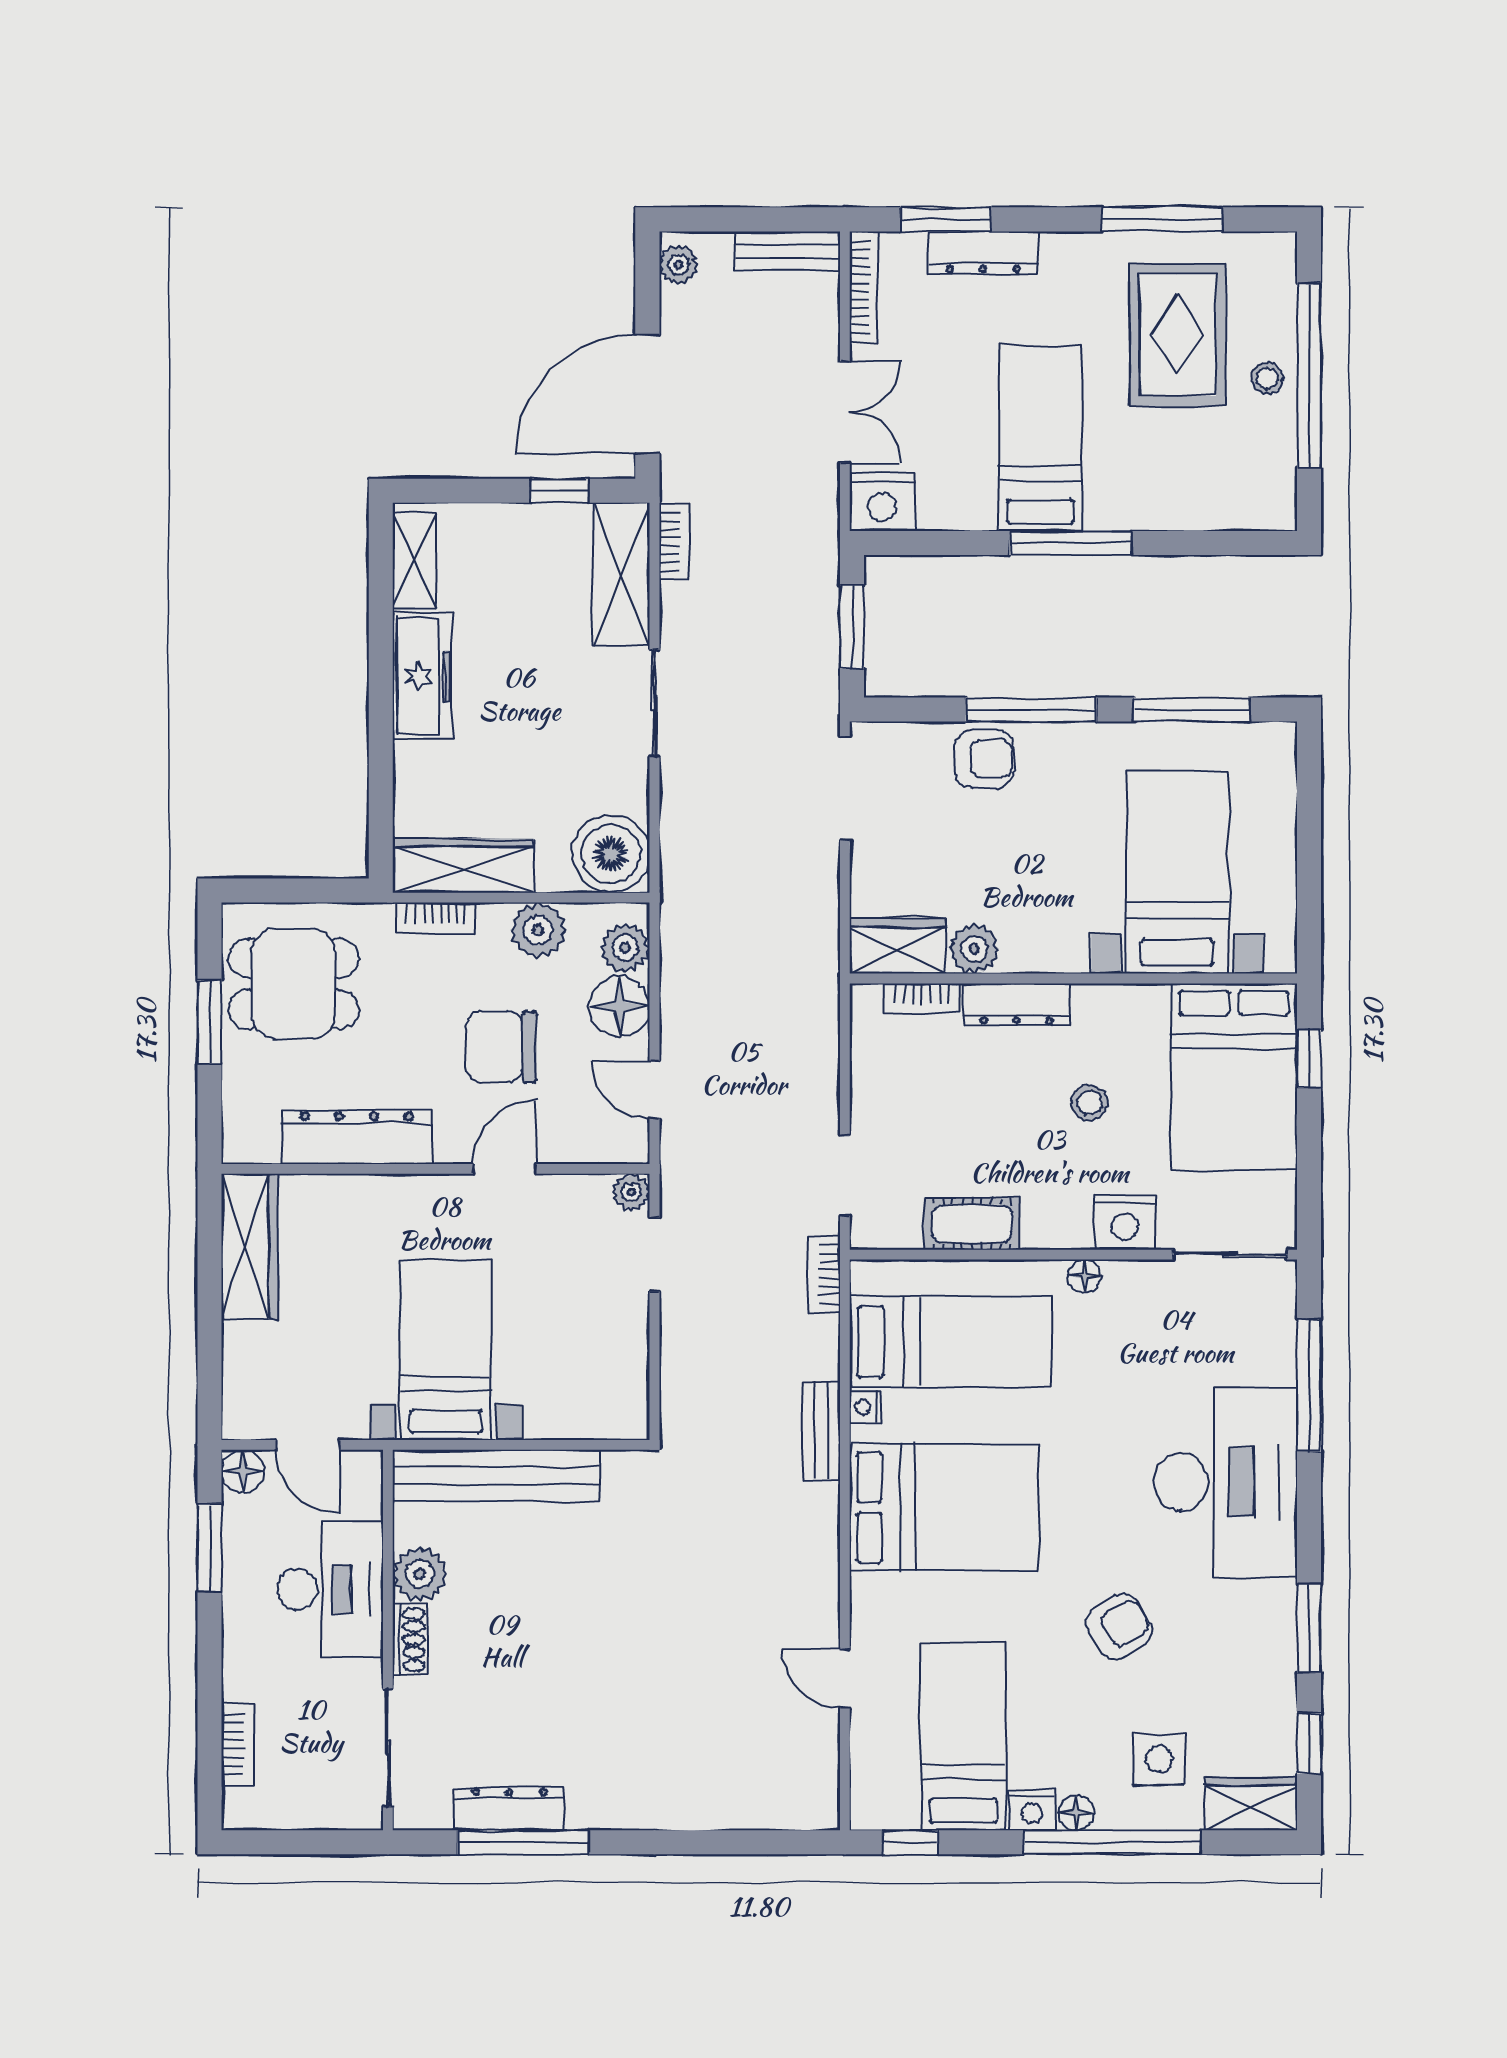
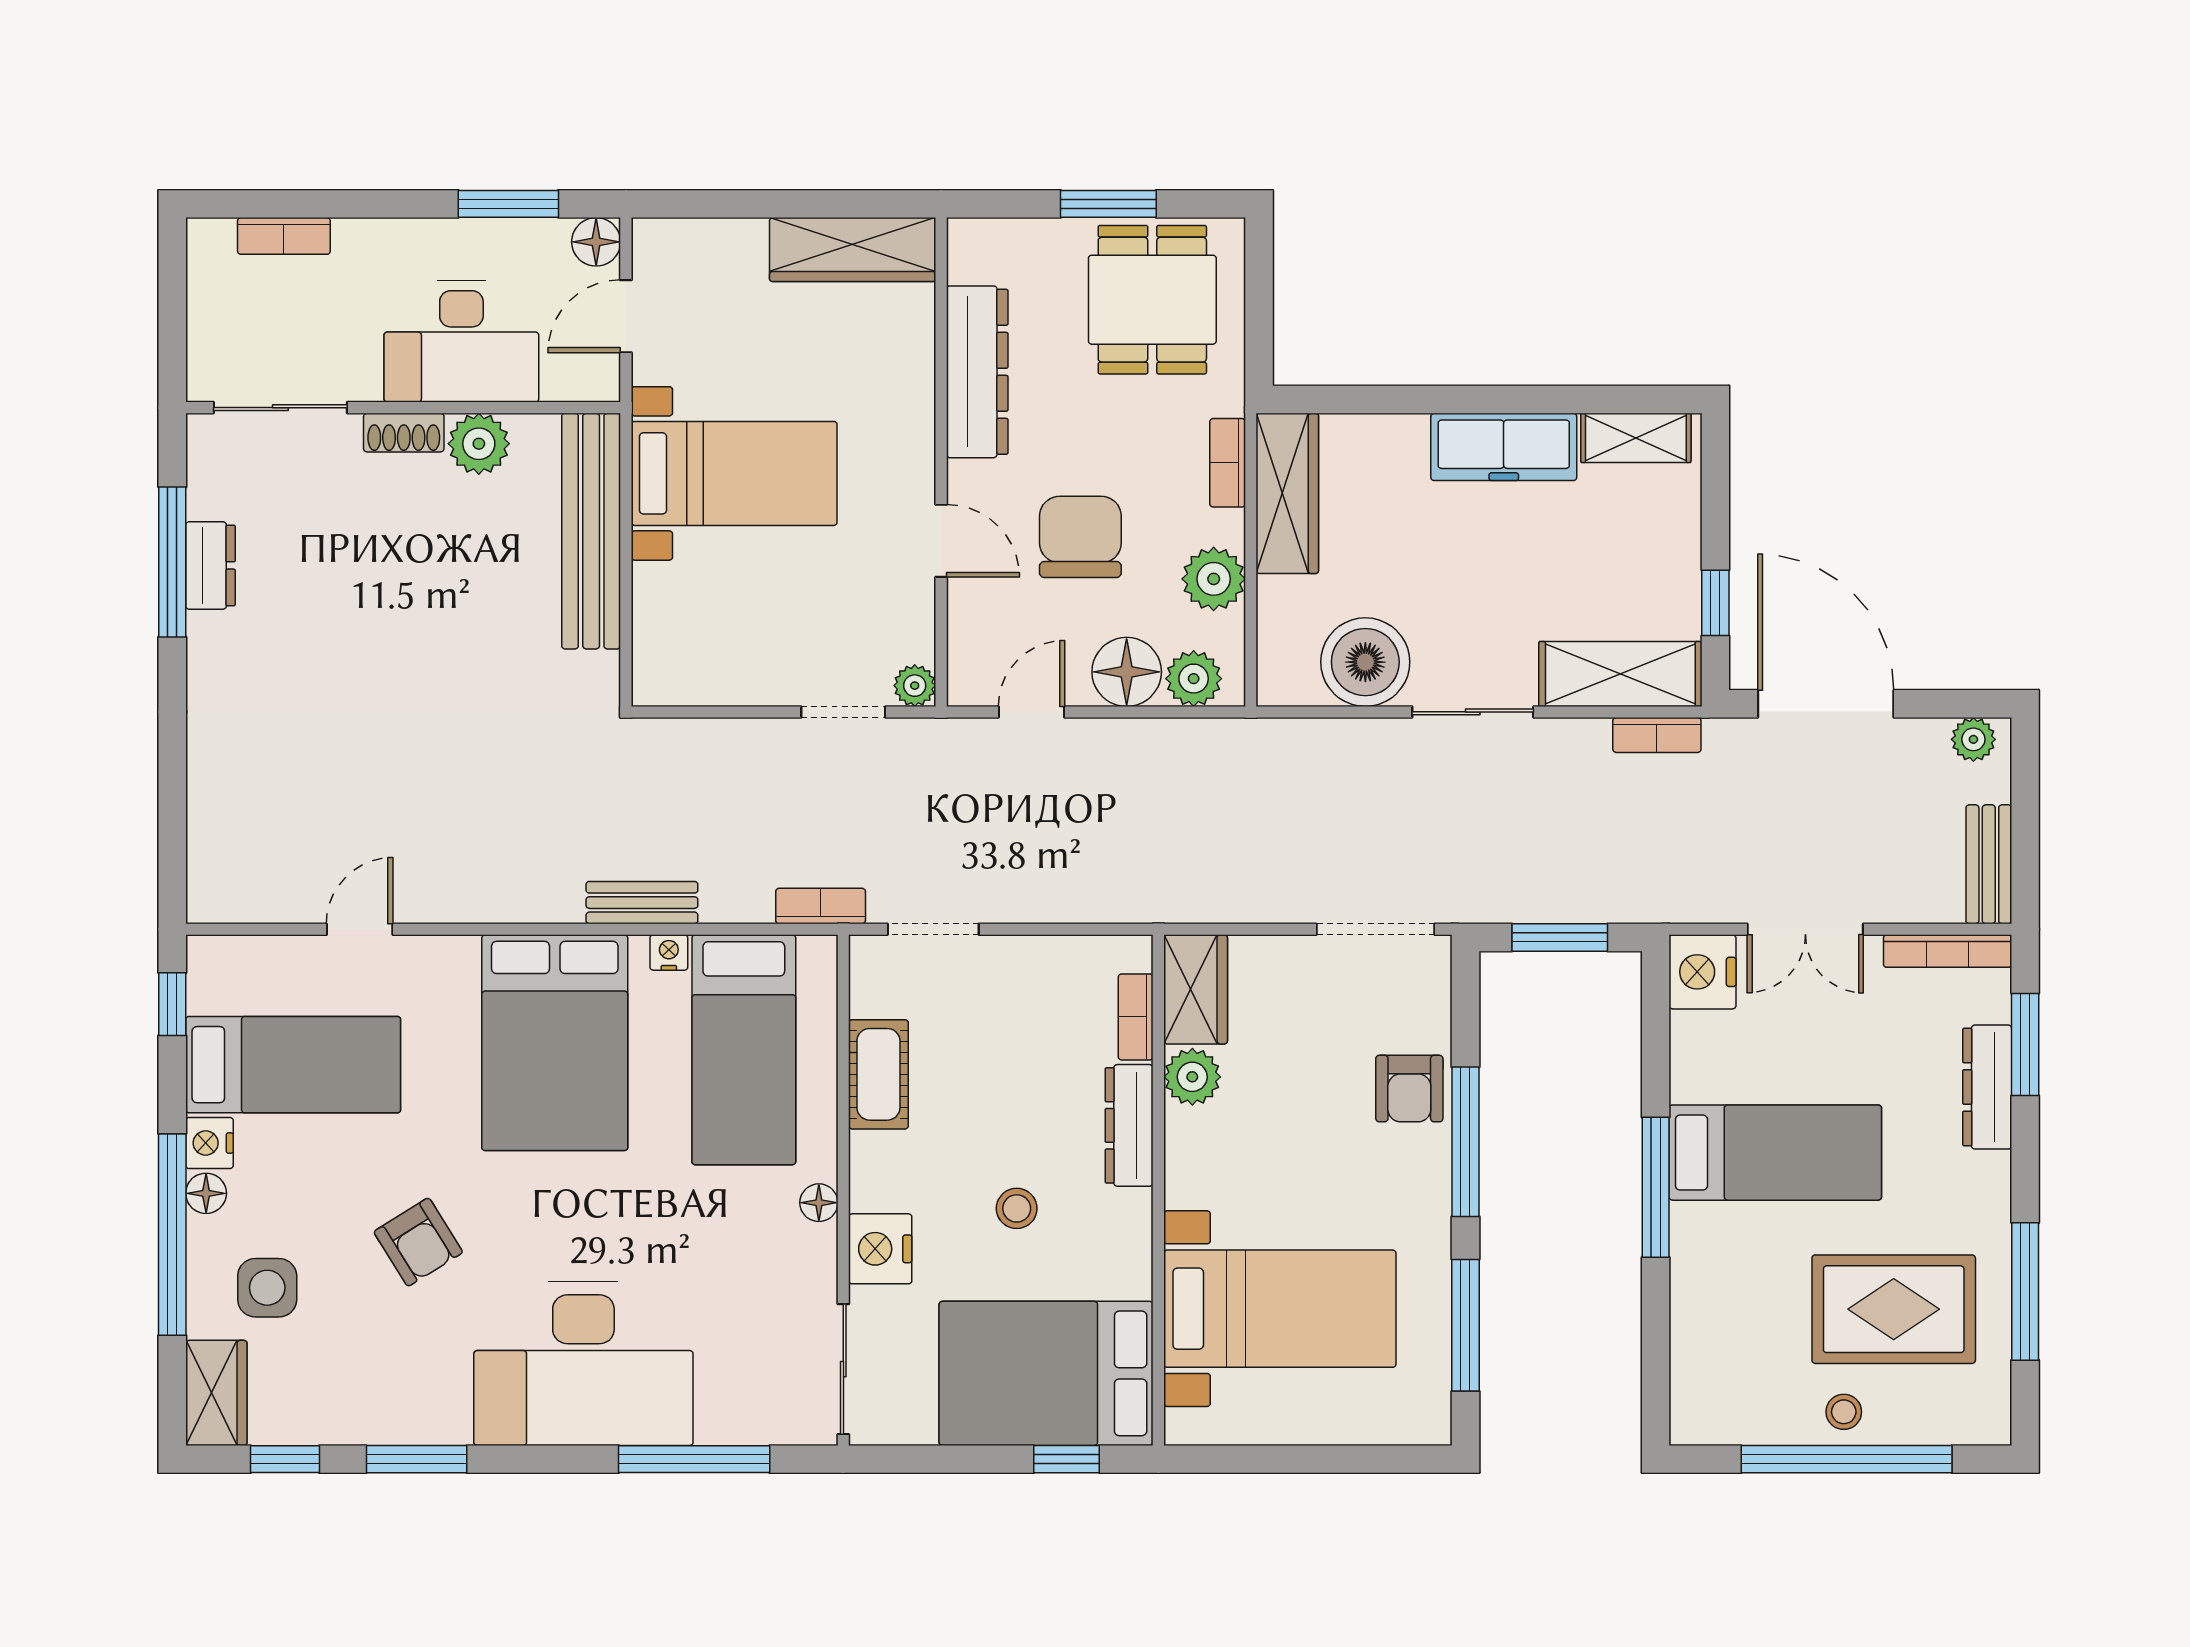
boiler: (611, 854) -> (1365, 662), moved
dresser: (509, 1809) -> (210, 565), width x0.70

